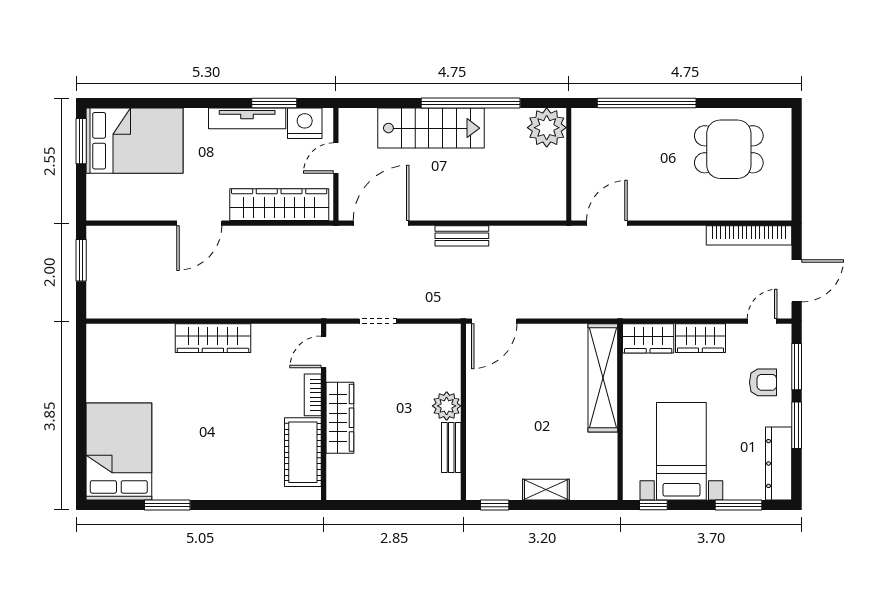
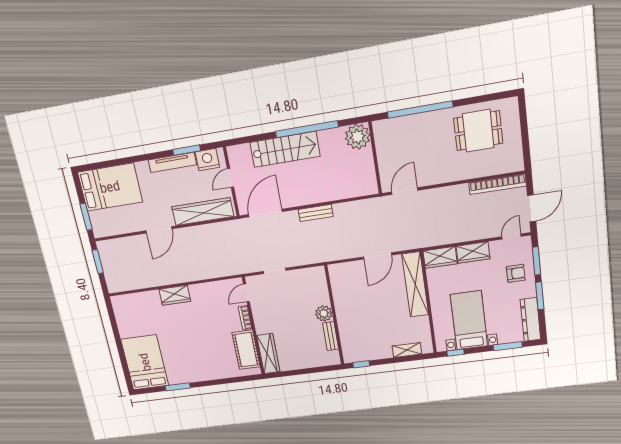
window: (81, 141) -> (86, 217), moved
door: (494, 321) -> (378, 256), moved
wardrobe: (213, 338) -> (175, 295), width x0.67
wardrobe: (340, 418) -> (268, 354), moved
shelving: (546, 490) -> (407, 350), moved

